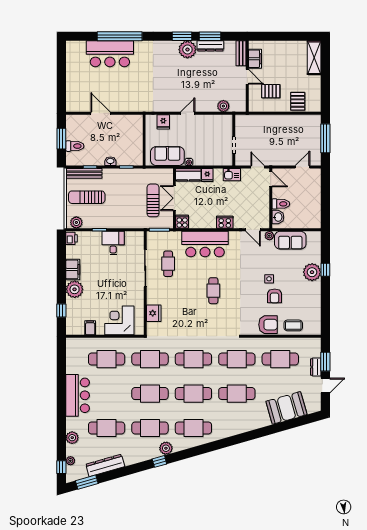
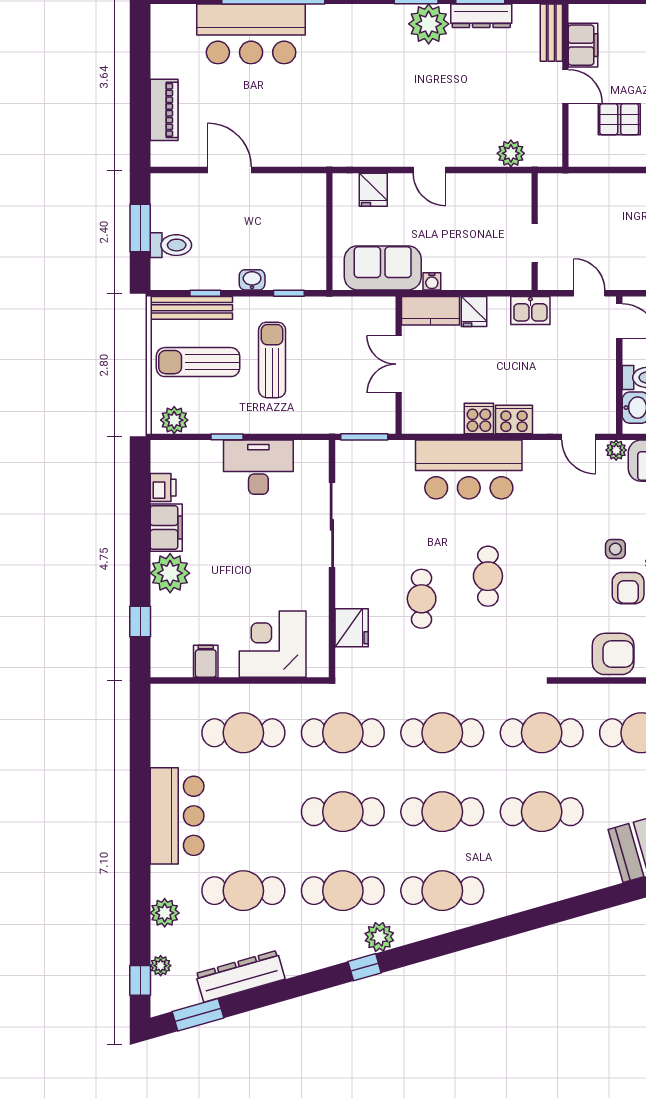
piano: (72, 87) -> (164, 110), added
door: (188, 113) -> (429, 170), swing flipped
sun lounger: (153, 200) -> (272, 360), moved
cooker: (182, 222) -> (479, 418), moved
printer: (72, 238) -> (163, 488), moved
desk: (113, 243) -> (258, 467), width x1.37
cafe table: (168, 264) -> (422, 599), moved

